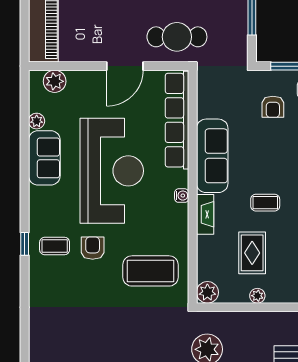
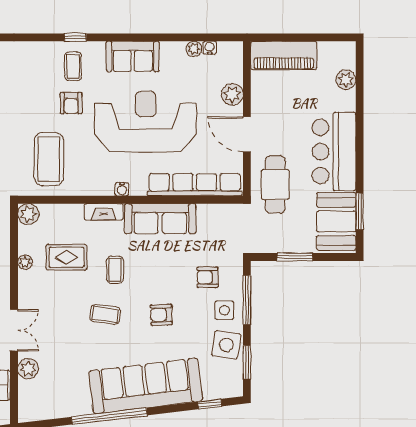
plant: (55, 81) -> (232, 94), moved
water cooler: (35, 105) -> (210, 48), added
sofa: (44, 158) -> (133, 56), moved
reception desk: (112, 171) -> (146, 122), turned 180
armchair: (93, 248) -> (71, 103), turned 90

